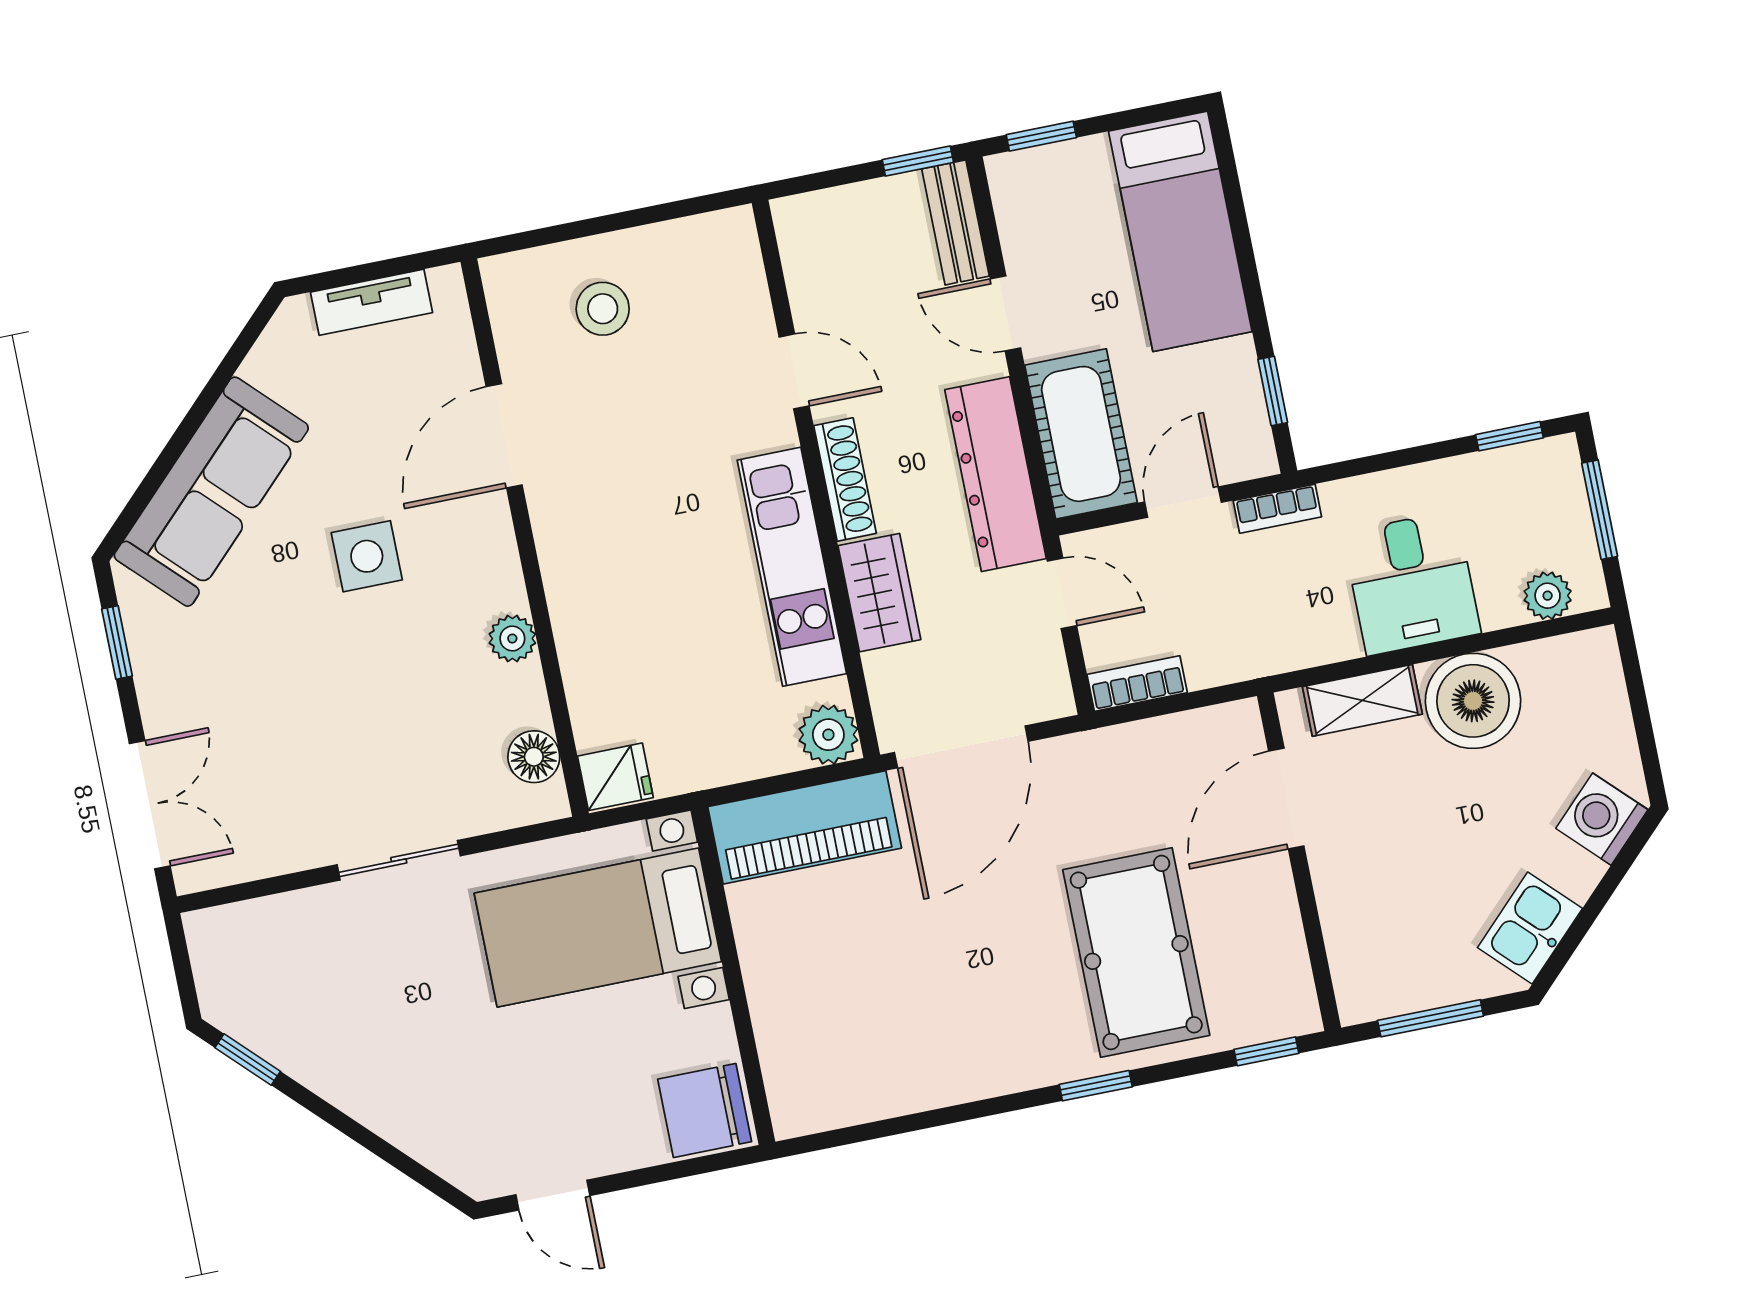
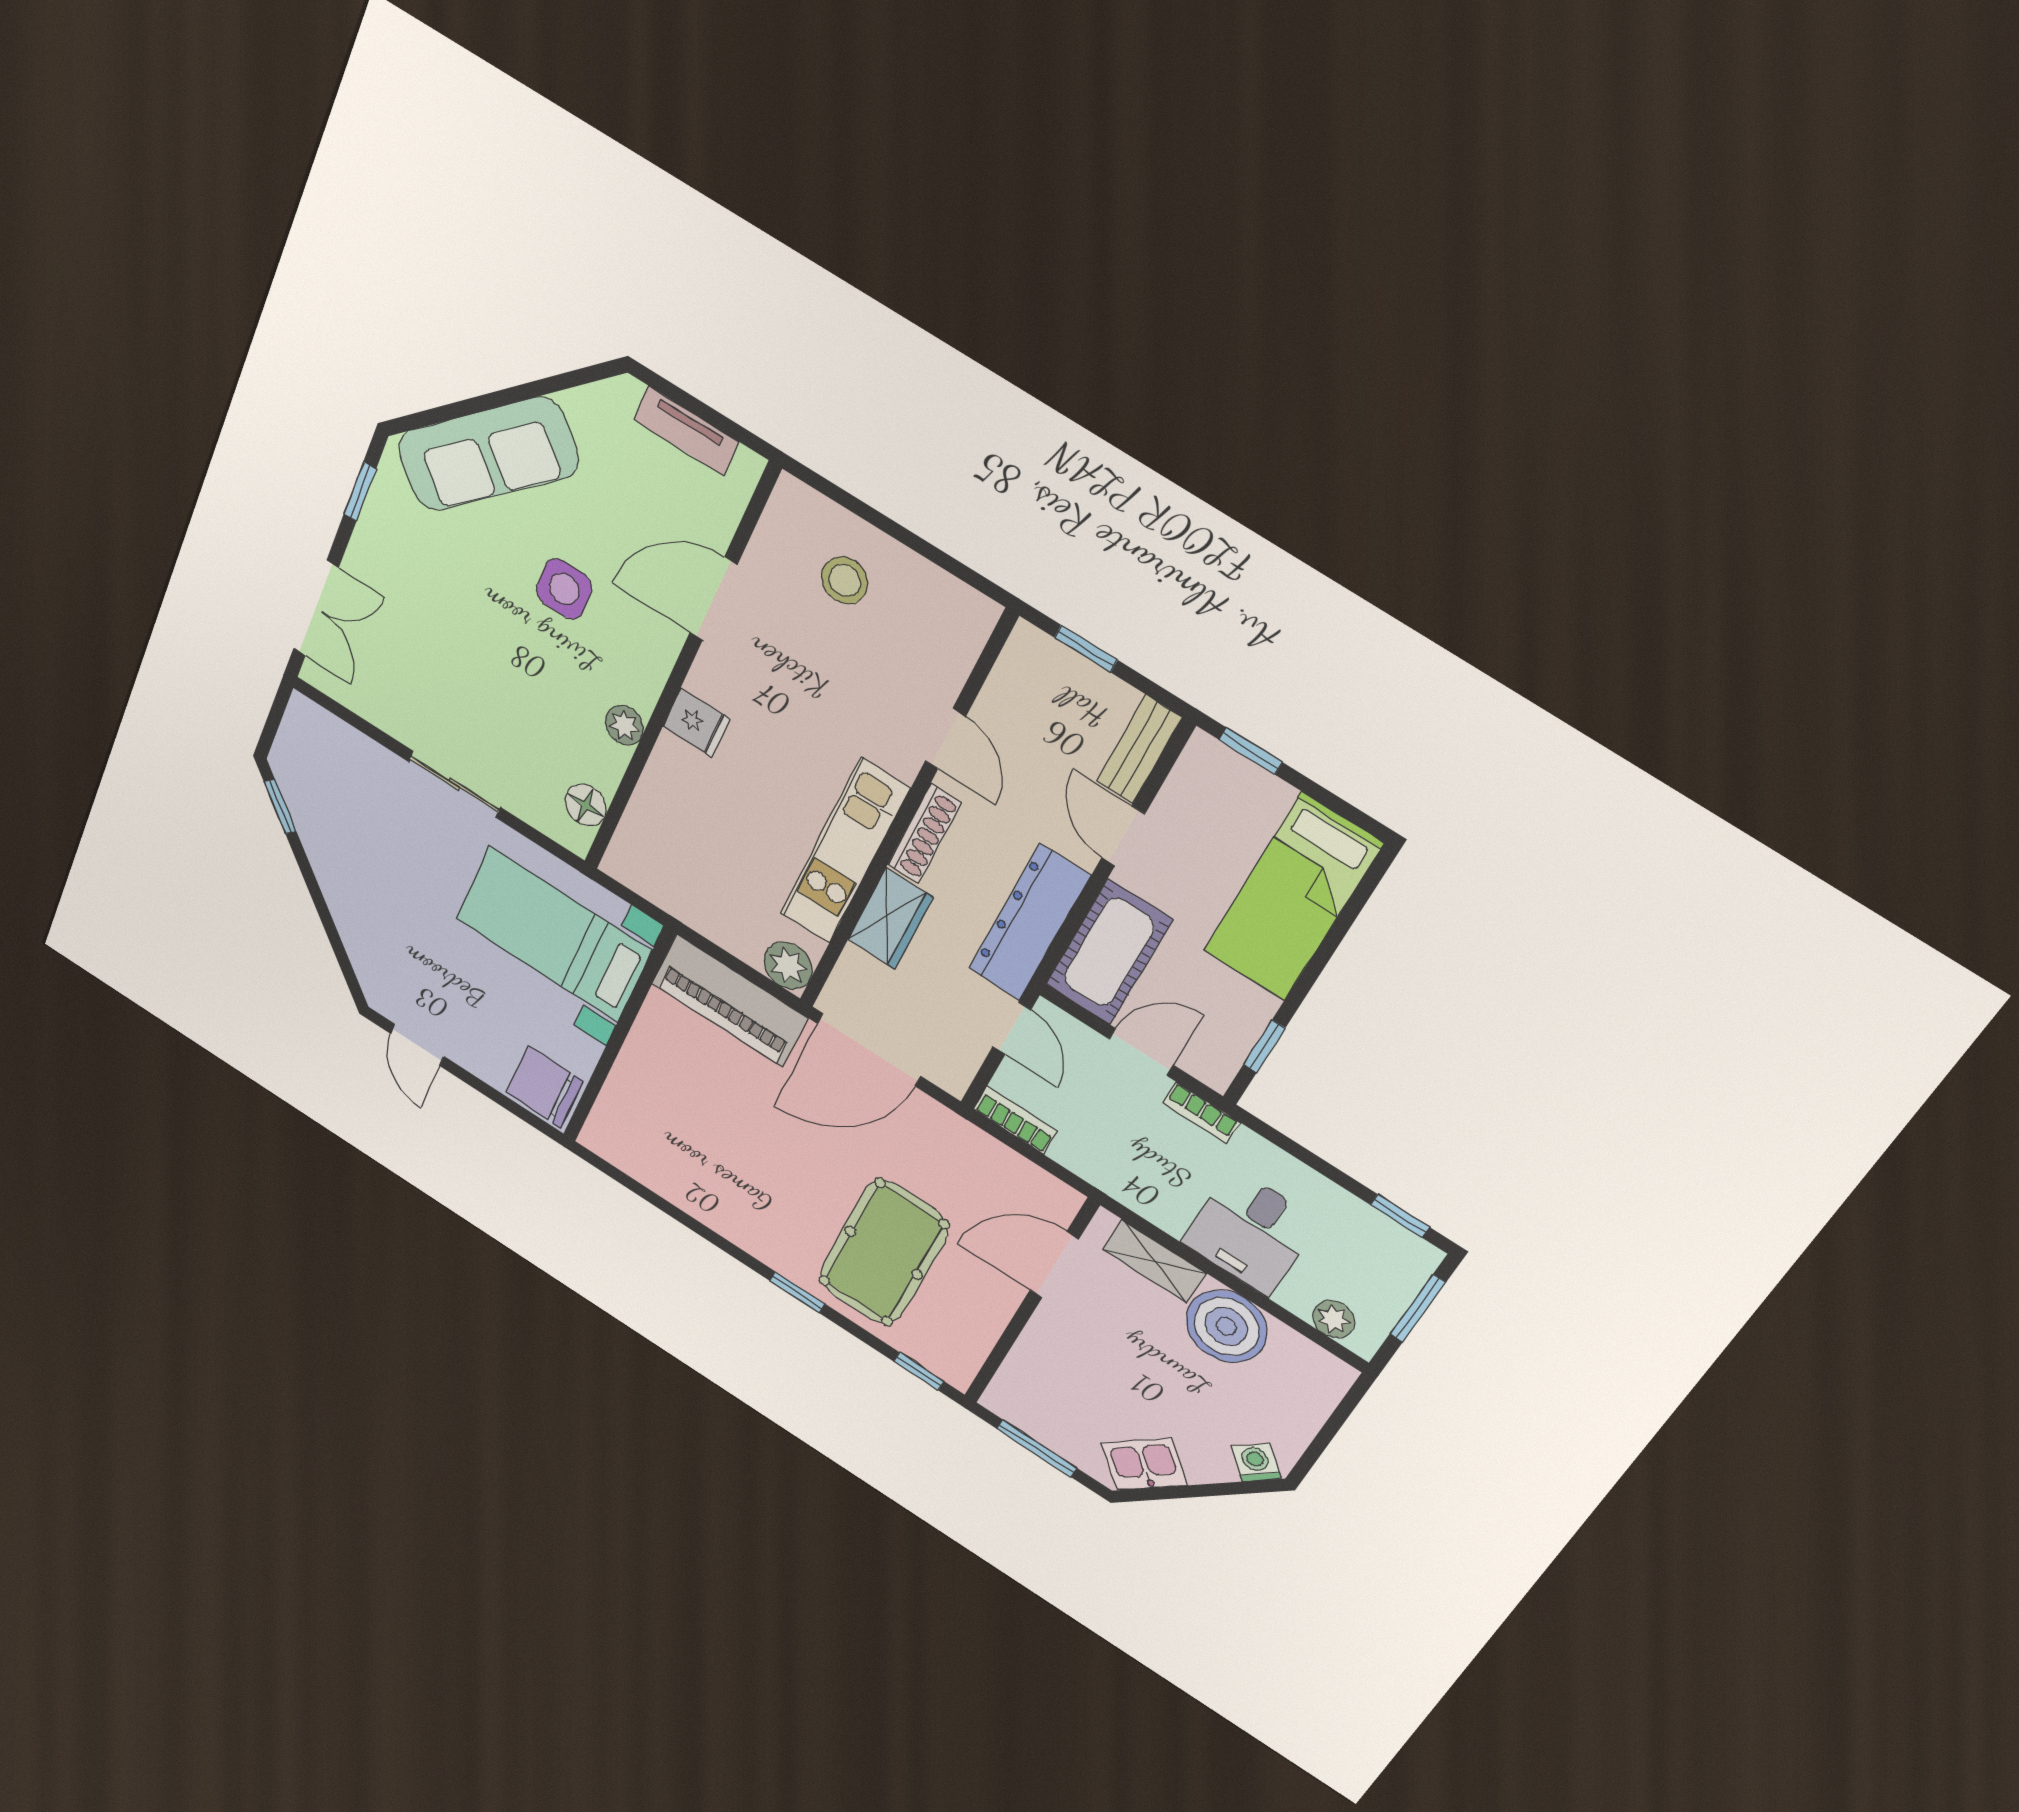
window: (918, 161) -> (1086, 649), moved
fridge: (615, 777) -> (696, 723), moved
washing machine: (1602, 819) -> (1256, 1463), width x0.73, depth x0.73

